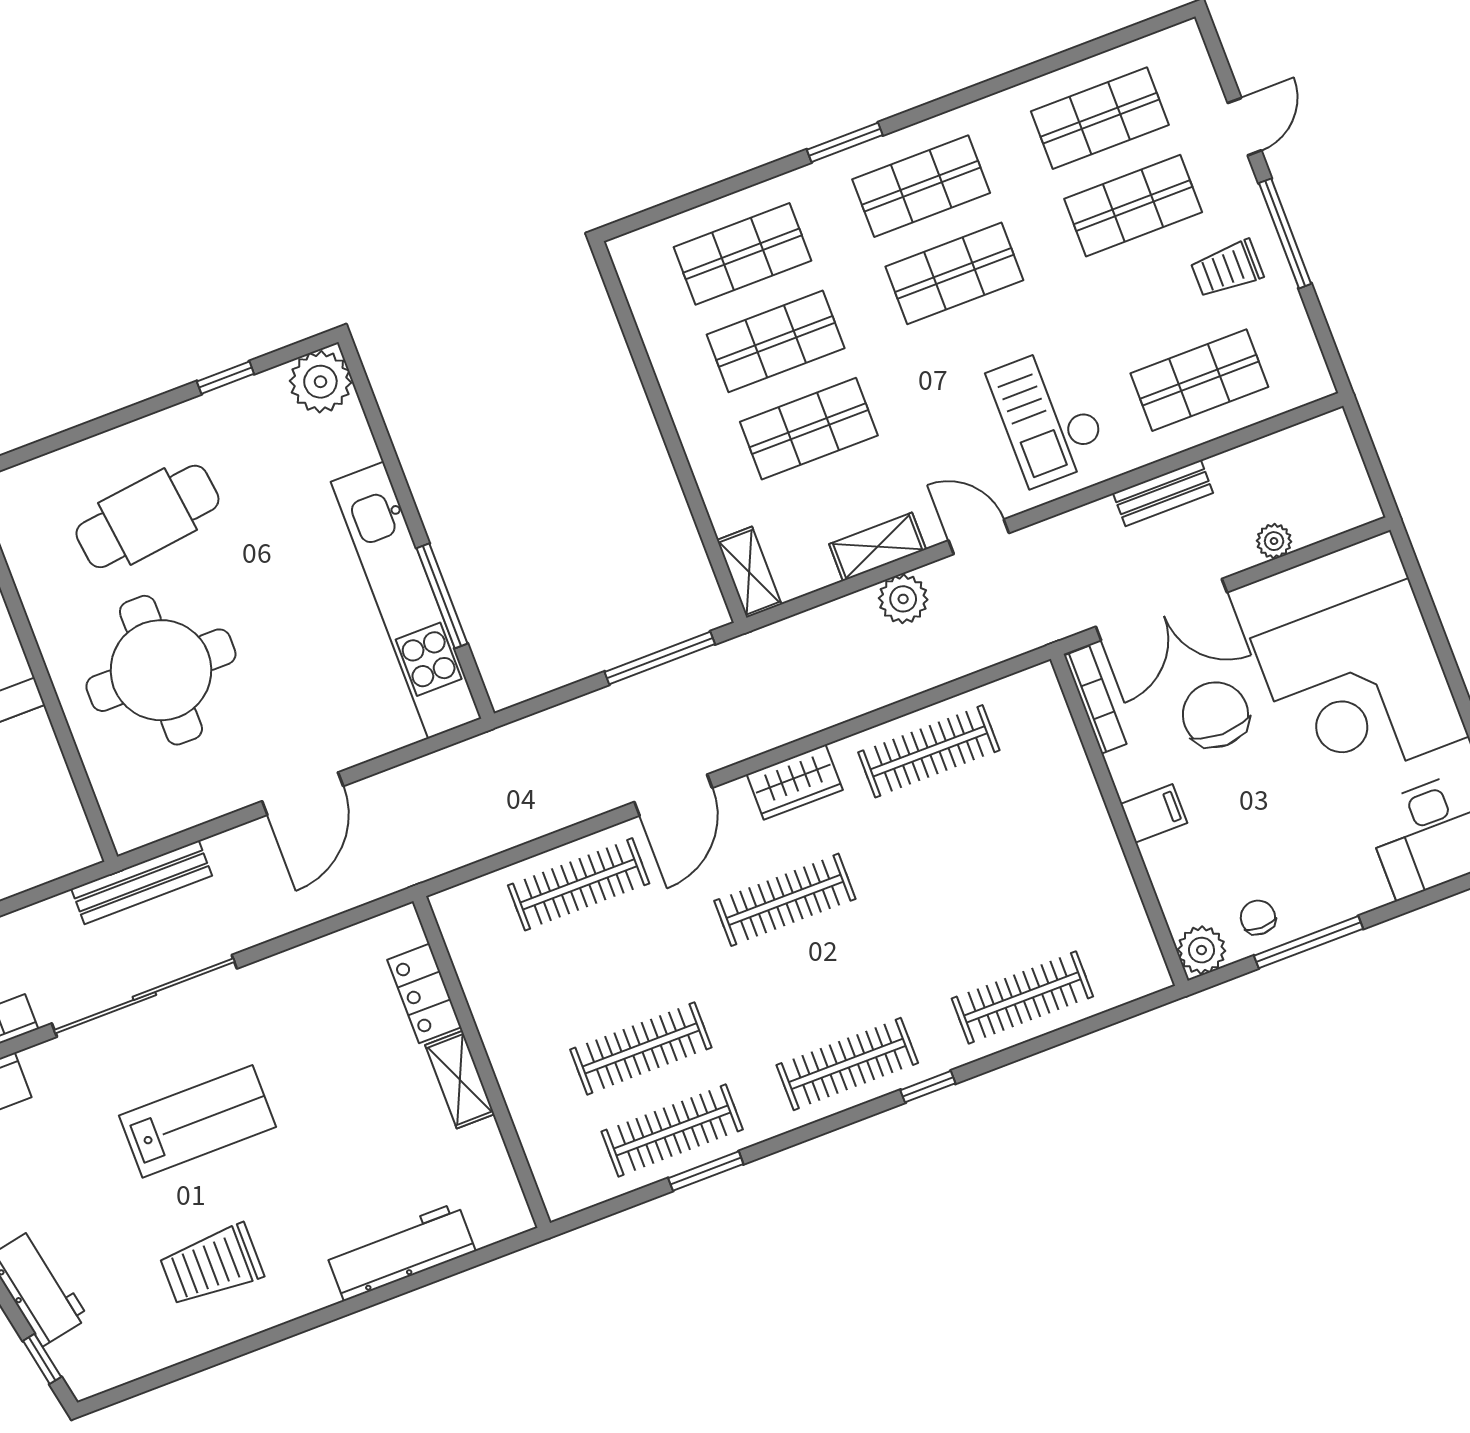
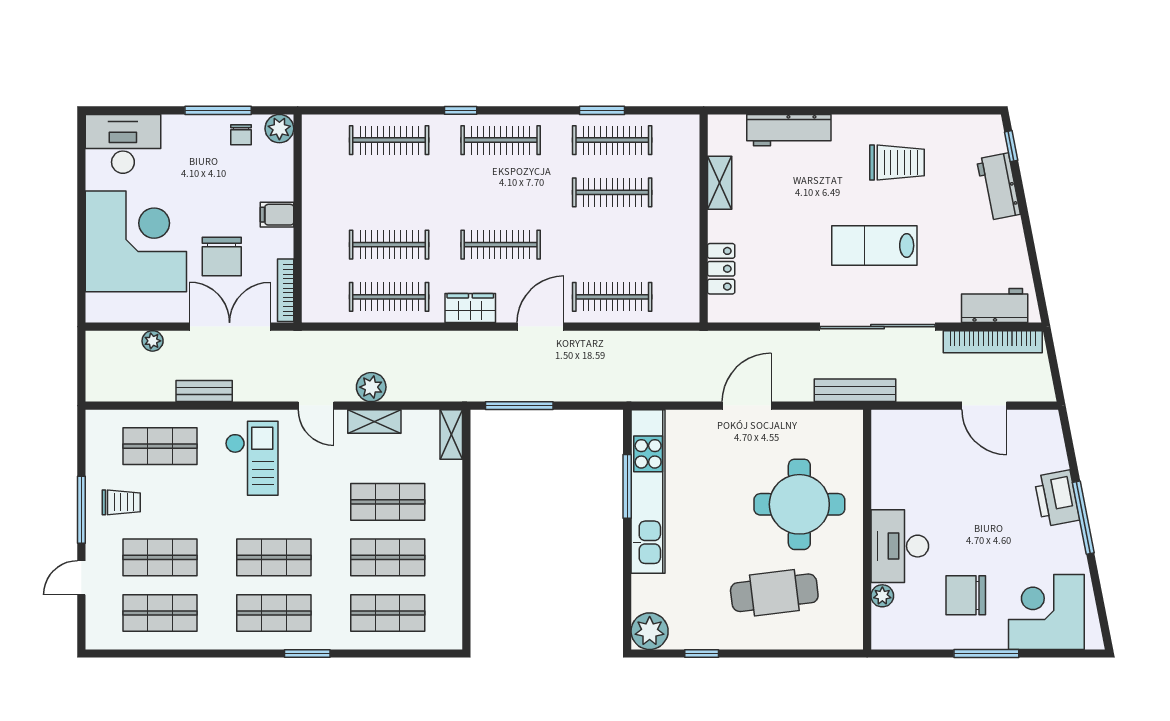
clothes rail: (960, 833) -> (389, 245), added
shelving: (460, 1080) -> (720, 183), moved

